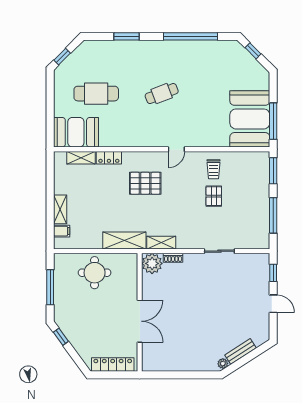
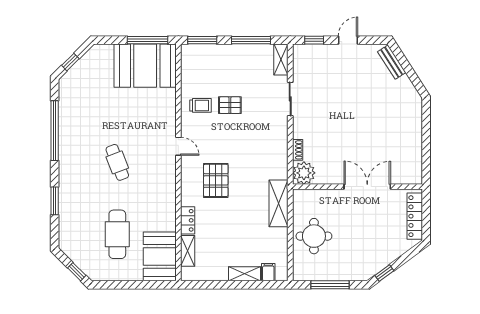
shelving: (161, 243) -> (281, 60), moved
bench: (241, 351) -> (392, 62), moved
plant: (223, 364) -> (414, 95), removed

